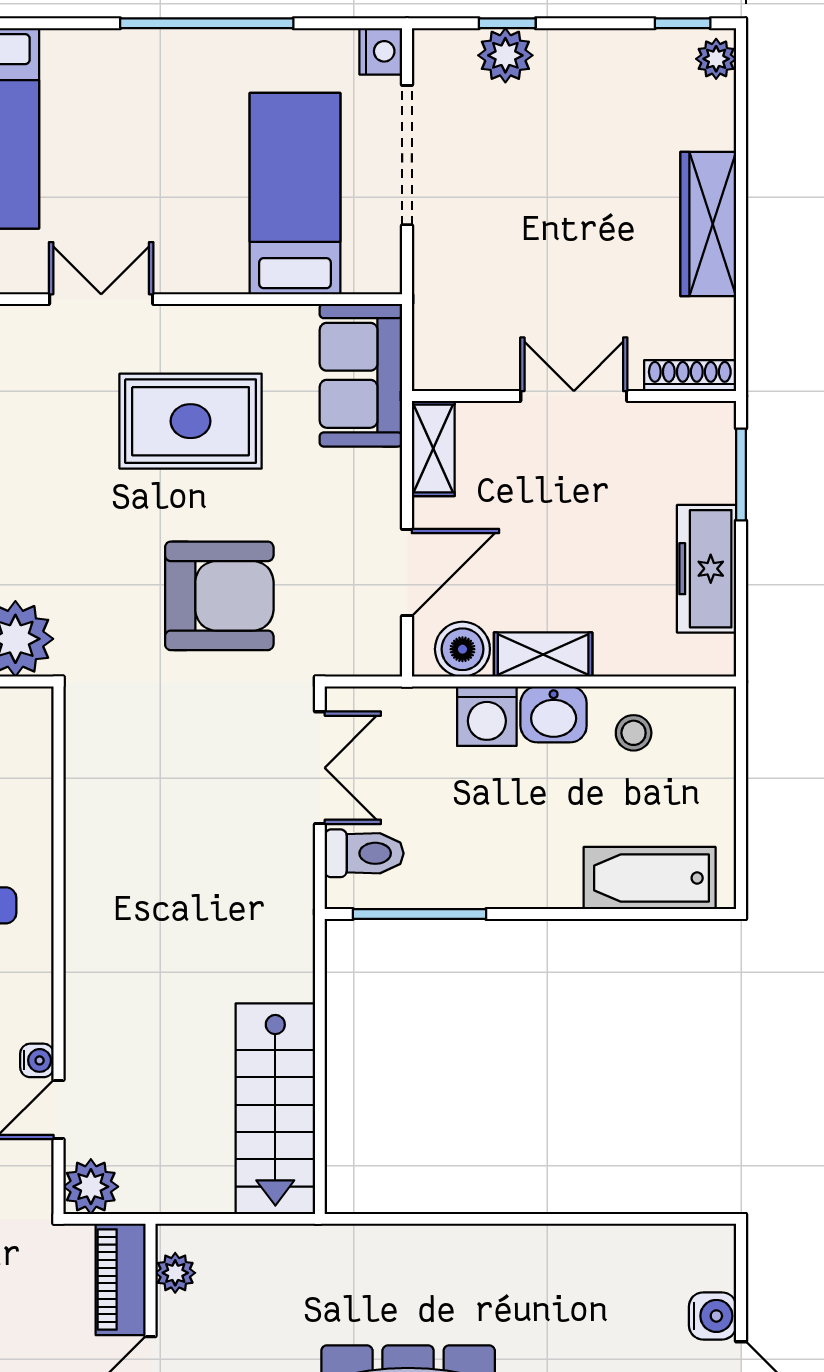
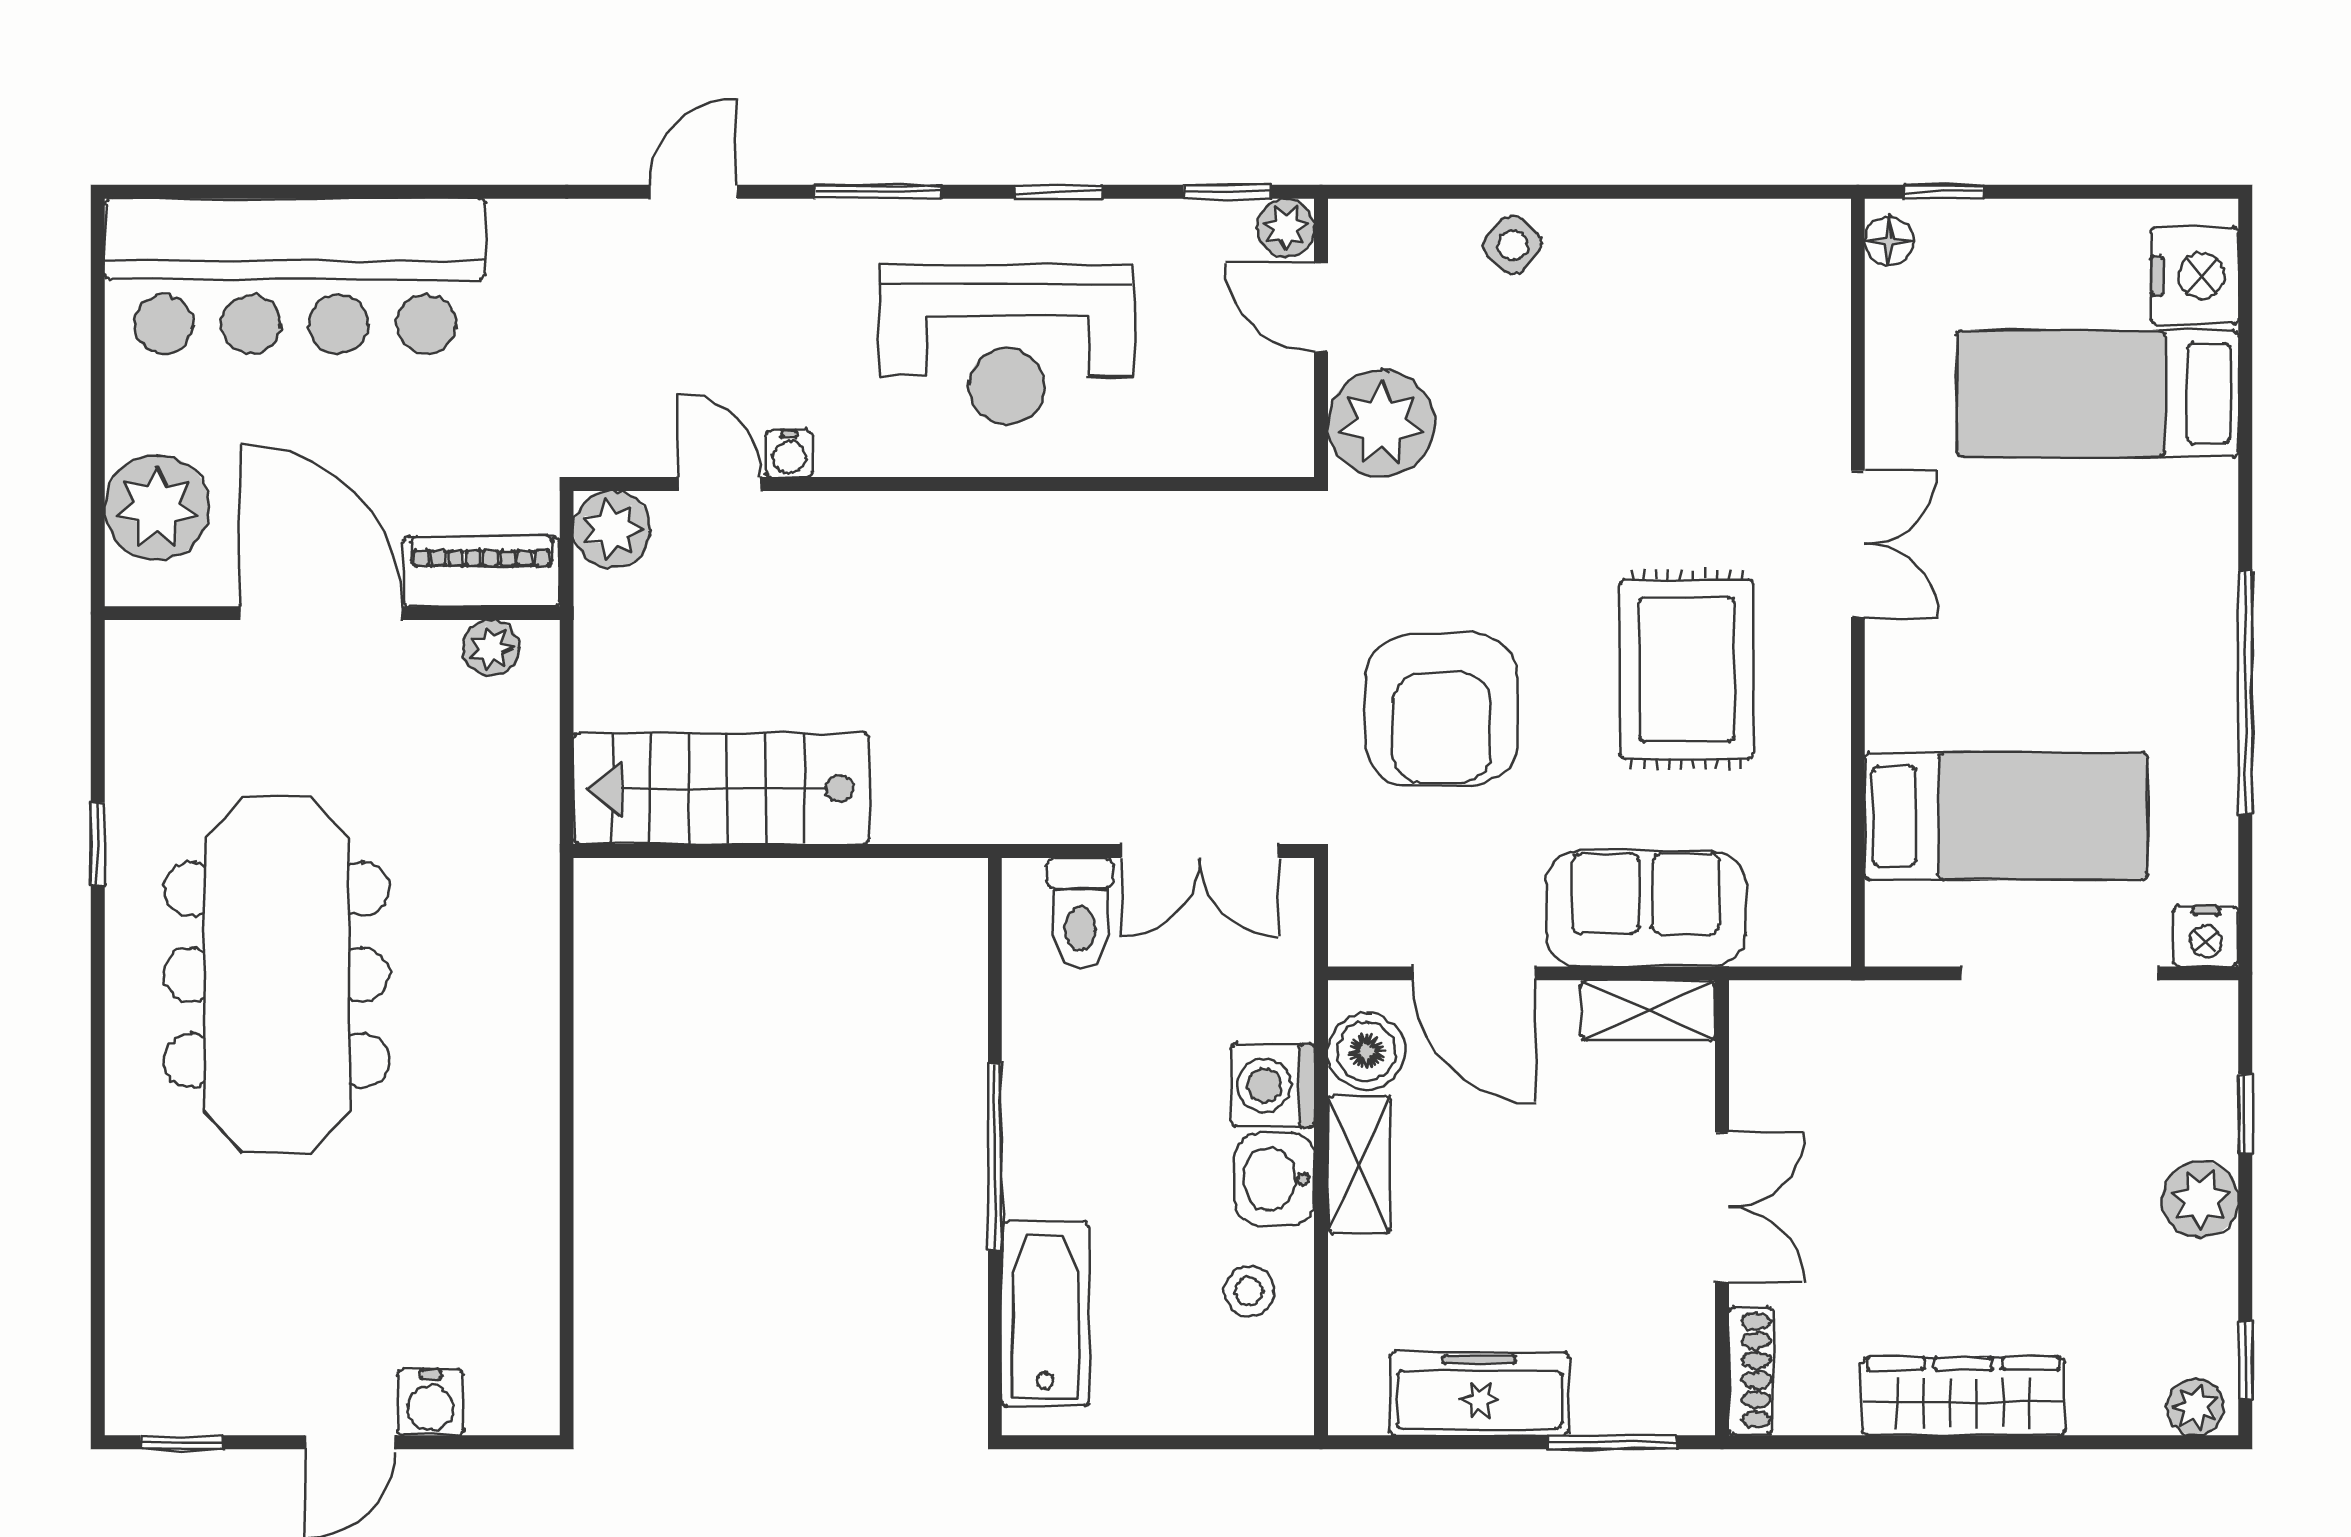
plant: (505, 55) -> (2200, 1199), moved
sofa: (361, 375) -> (1646, 909), moved
window: (419, 914) -> (995, 1157), moved

